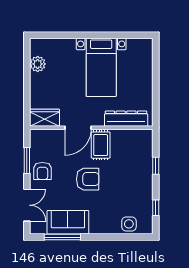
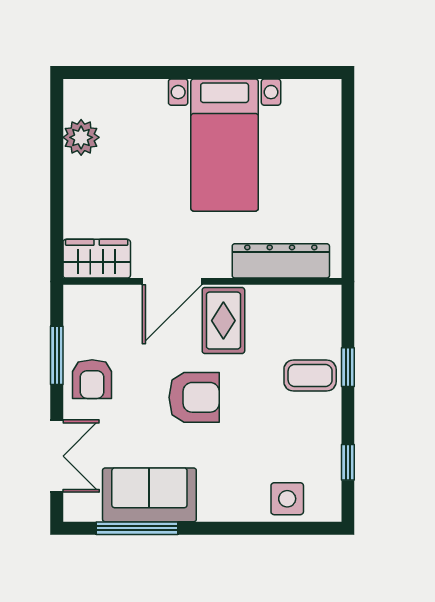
coffee table: (139, 169) -> (310, 376), added

